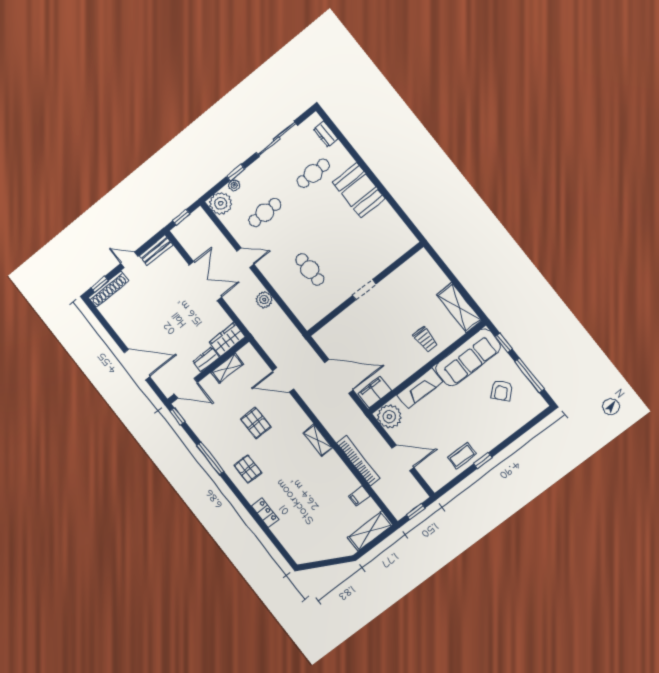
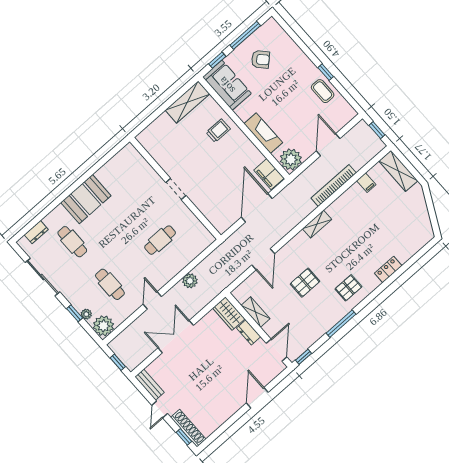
sofa: (468, 357) -> (227, 85), width x0.73
door: (137, 365) -> (257, 398), width x0.73

